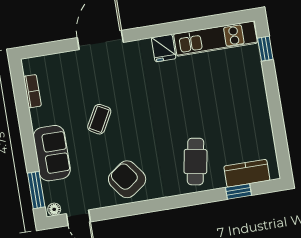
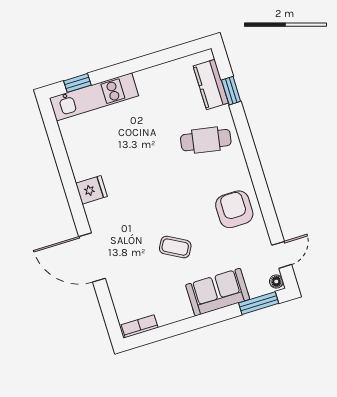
kitchen unit: (215, 39) -> (94, 97), moved, turned 90
bookcase: (32, 91) -> (140, 326), moved
armchair: (127, 179) -> (234, 209), turned 126

